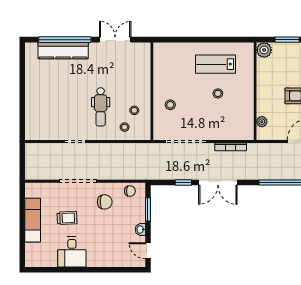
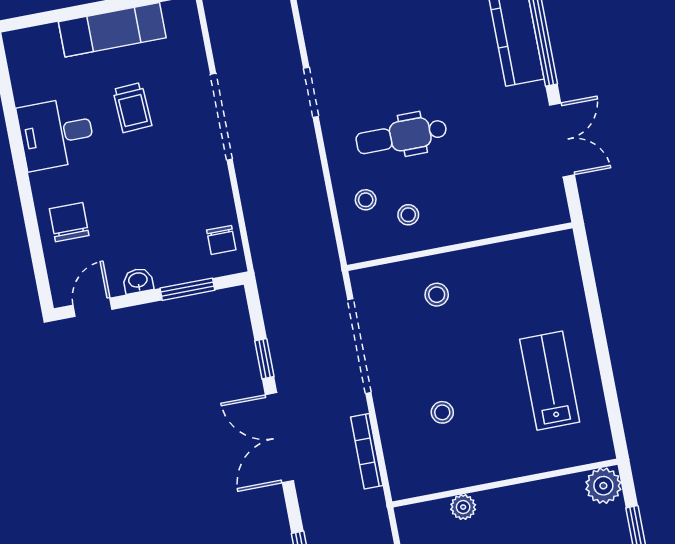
stool: (218, 93) -> (442, 412), moved
plant: (262, 122) -> (463, 507), moved
chair: (105, 202) -> (69, 222), moved, turned 180

